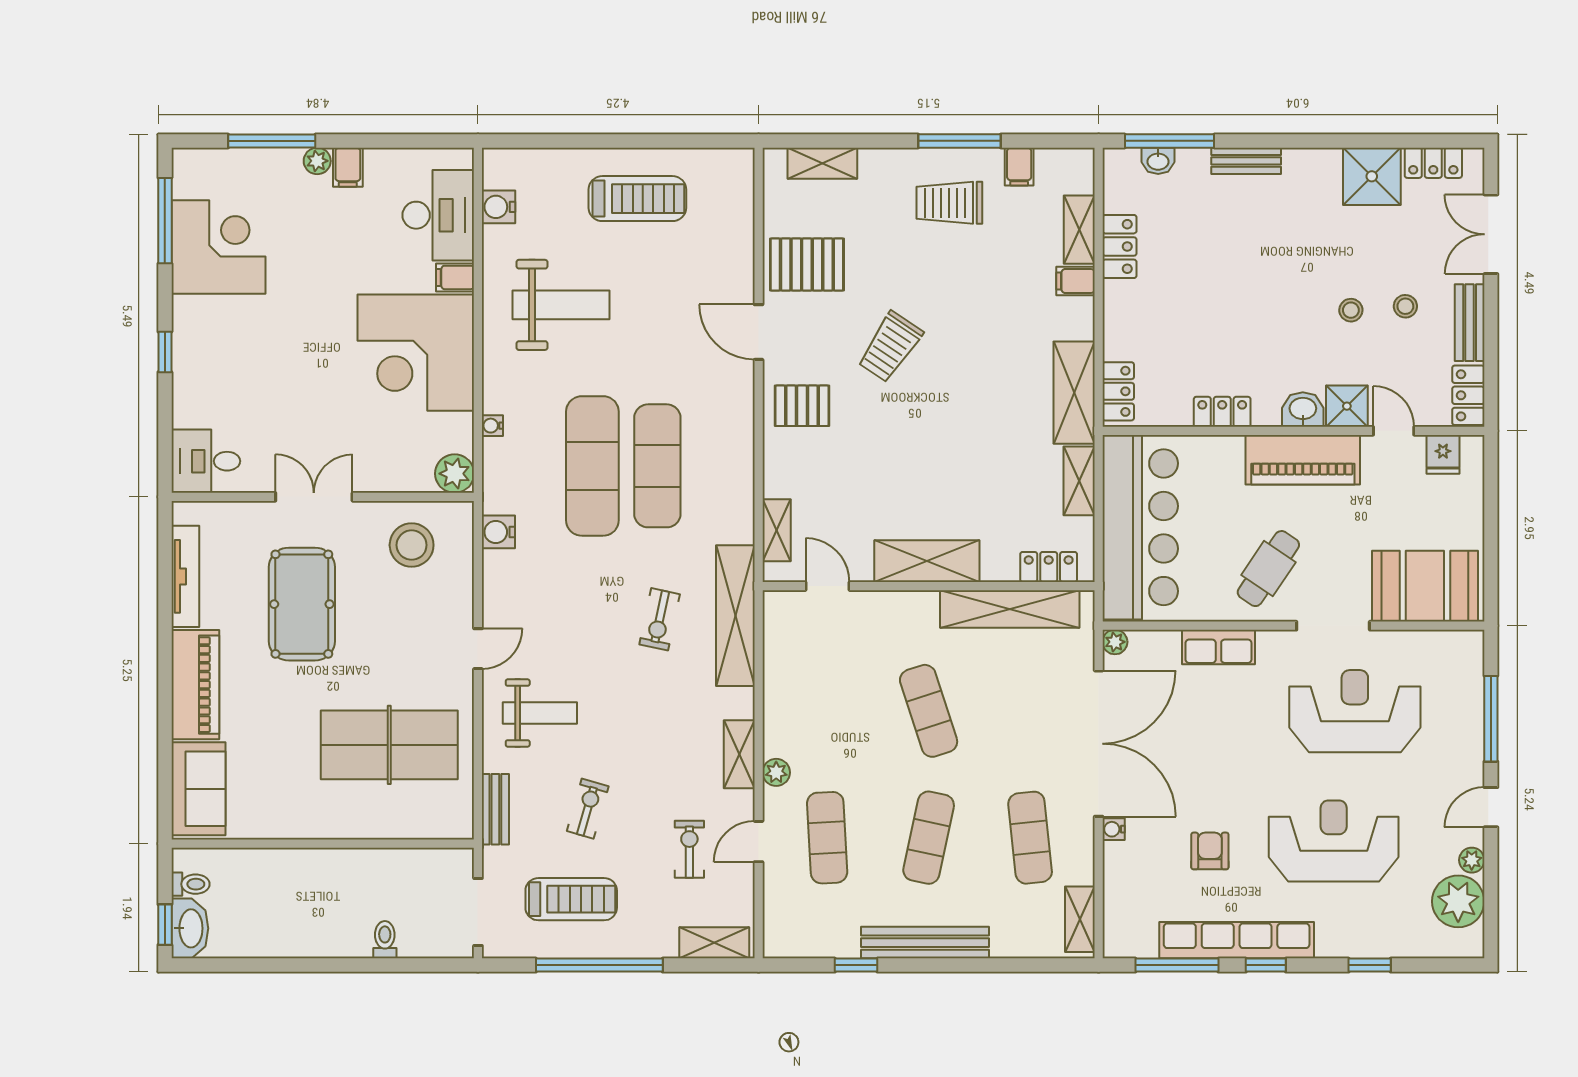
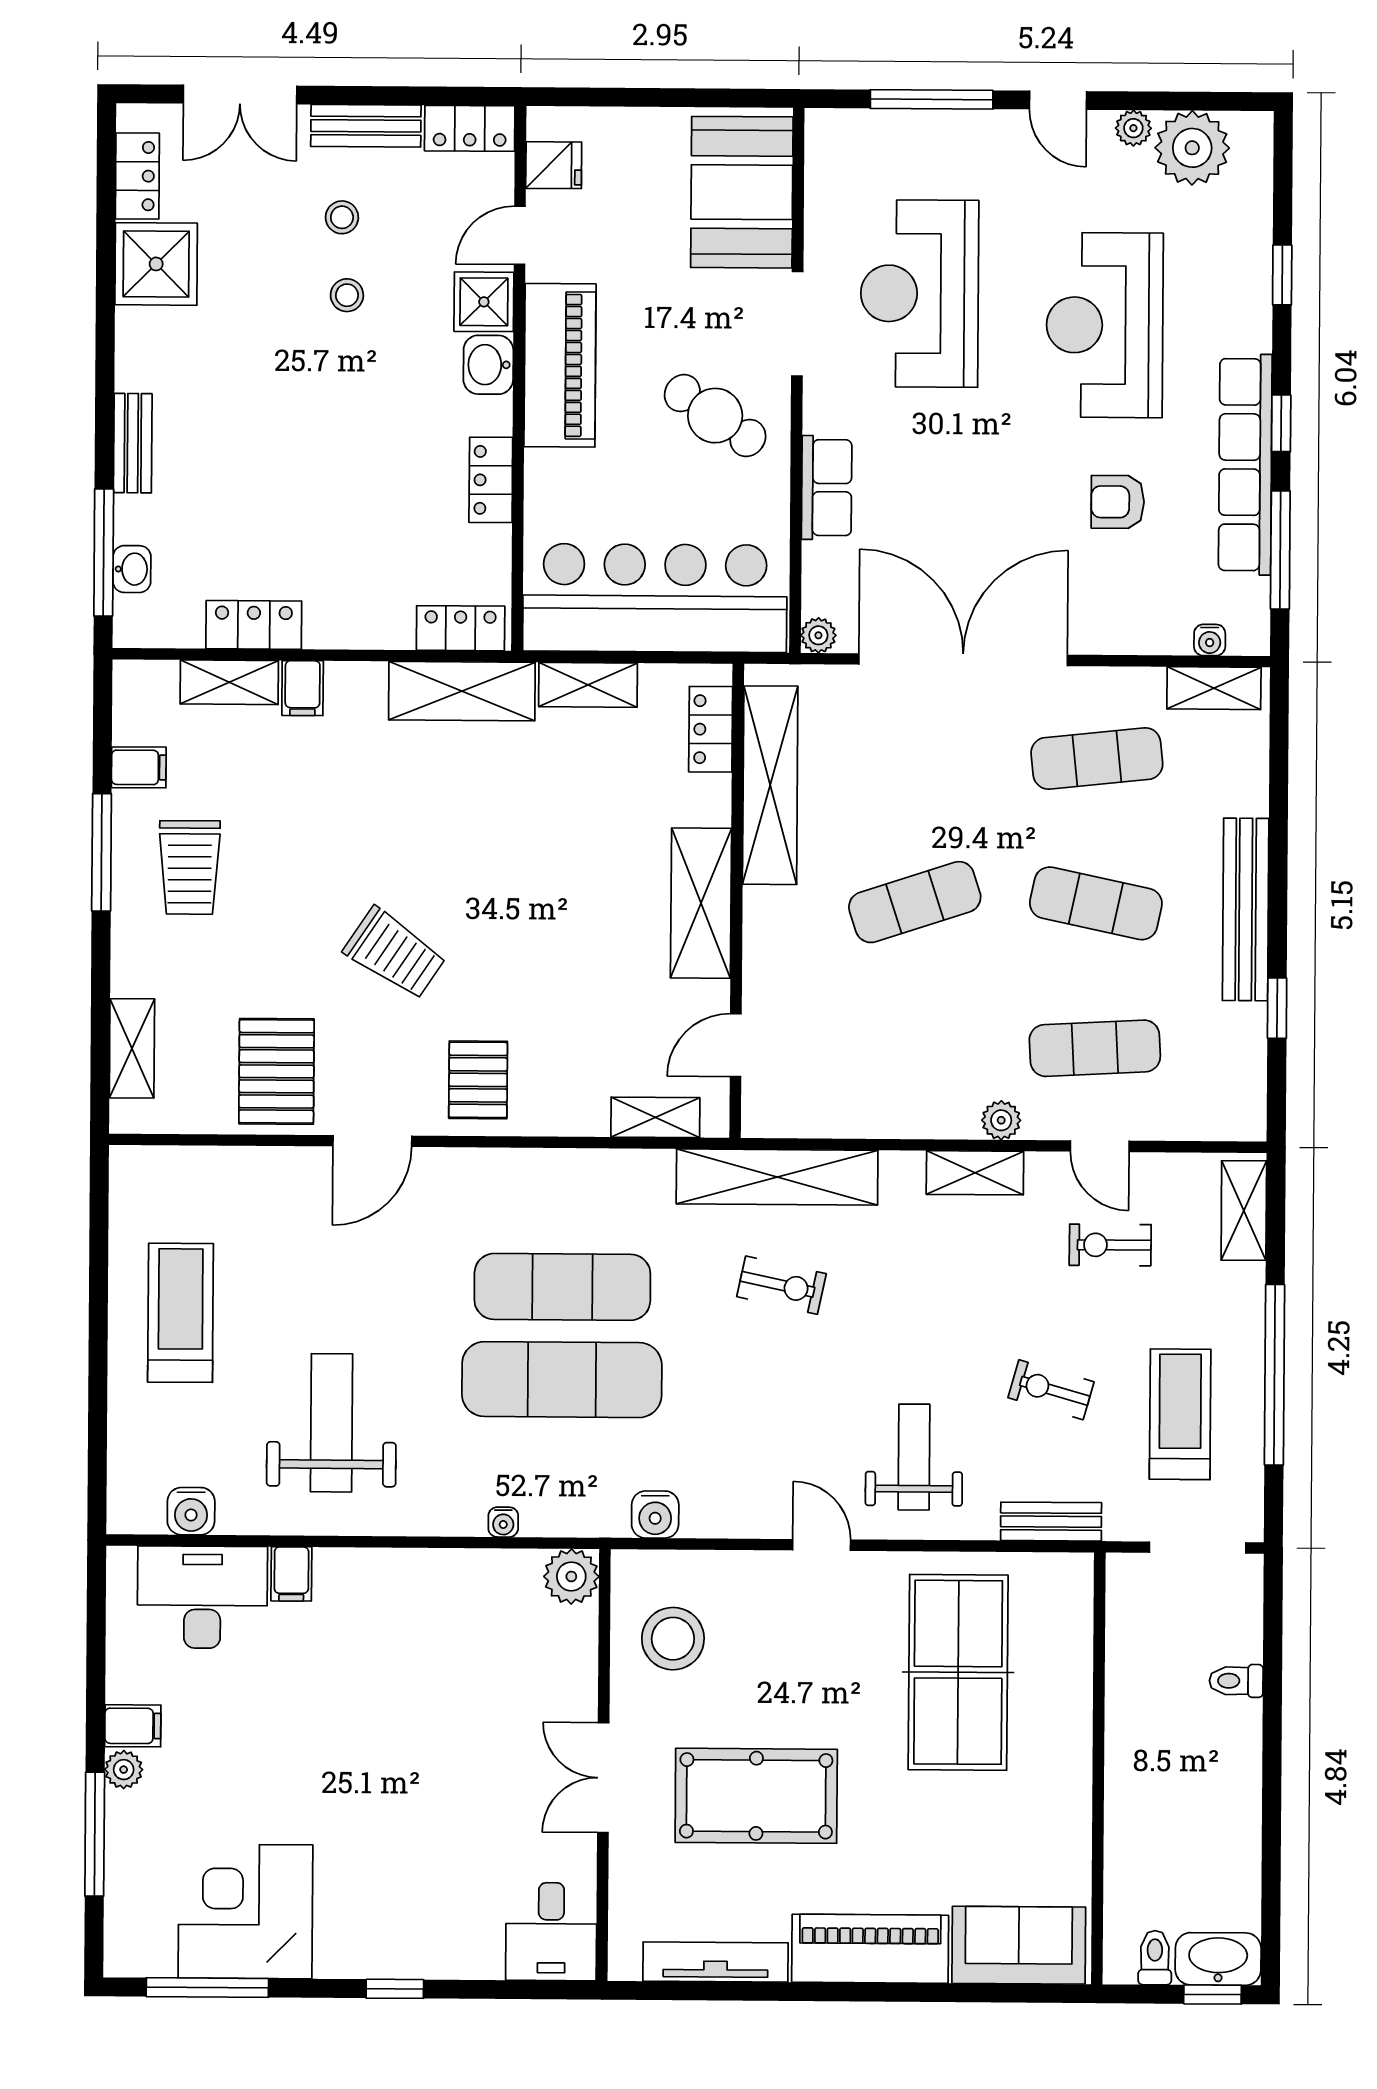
corner desk: (416, 353) -> (398, 1631), removed
water cooler: (1114, 829) -> (1210, 640), moved

